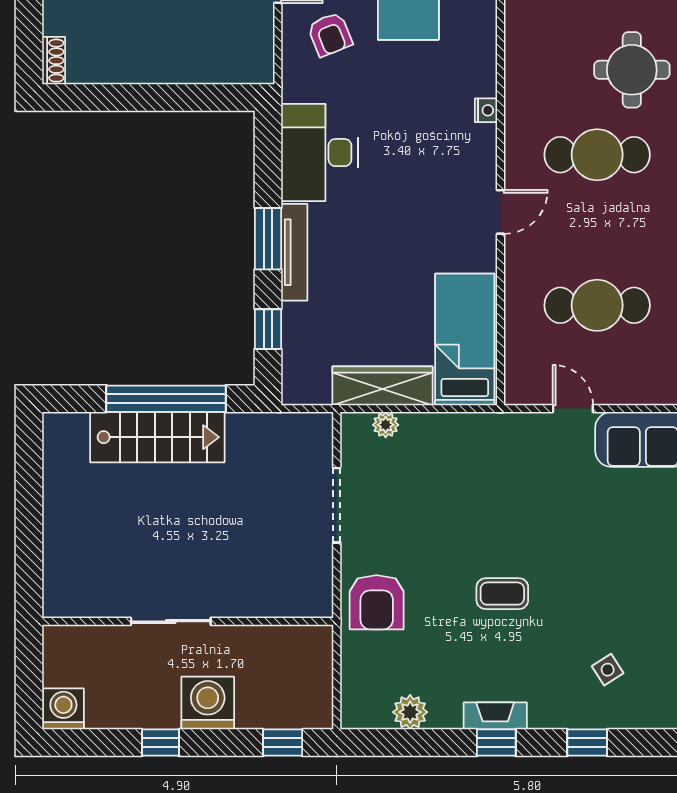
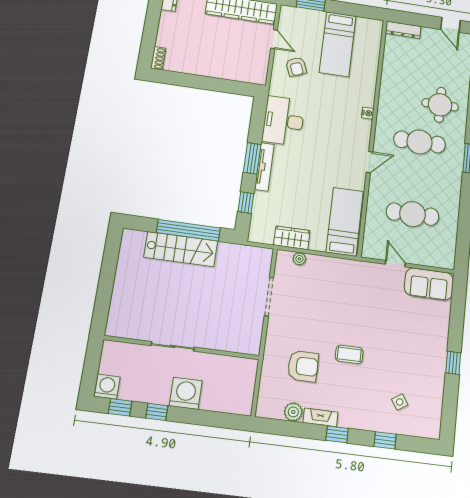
wardrobe: (382, 386) -> (292, 238), width x0.67
armchair: (377, 602) -> (303, 366), moved, turned -90
fireplace: (495, 716) -> (320, 417), moved
window: (283, 743) -> (120, 407), moved

